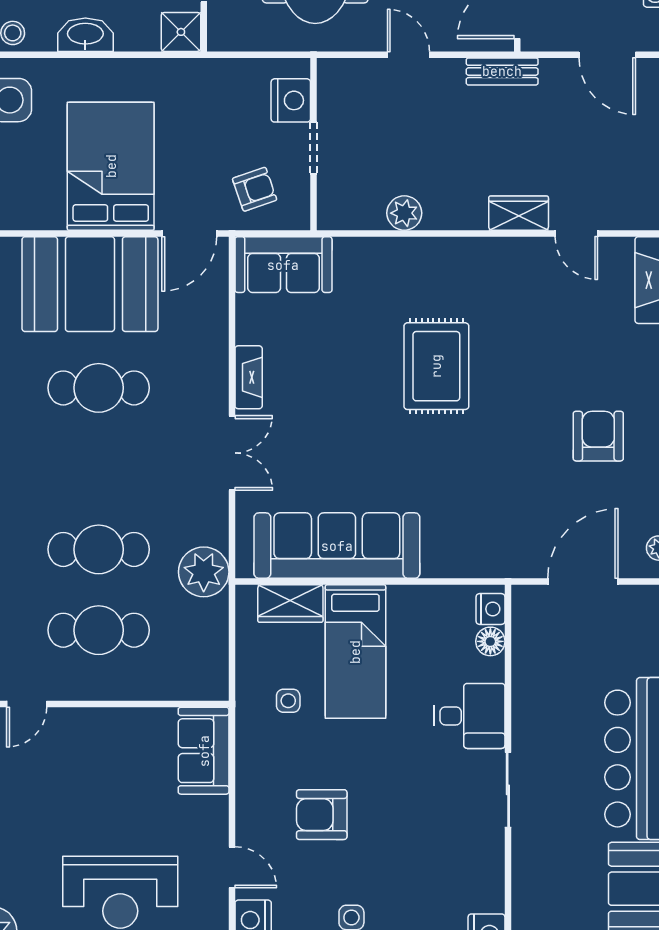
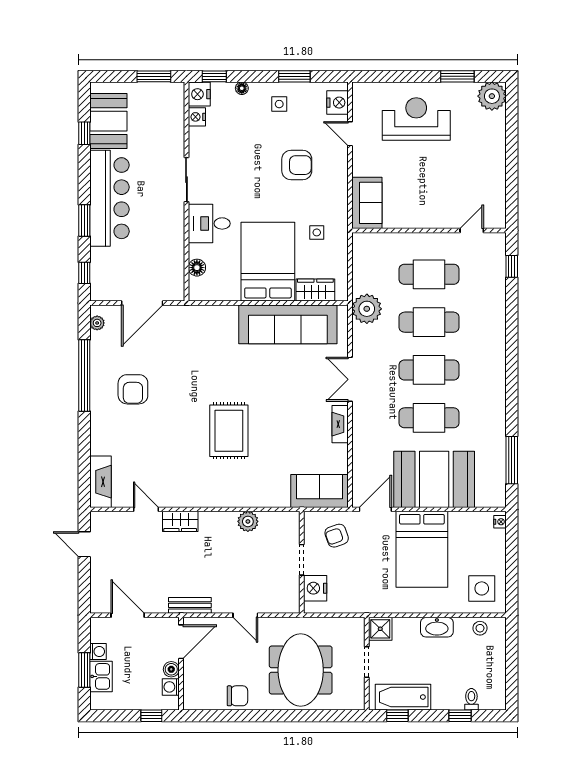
cafe table: (99, 469) -> (429, 370), added
nightstand: (491, 609) -> (197, 117), moved
bed: (355, 652) -> (268, 262), width x1.50

